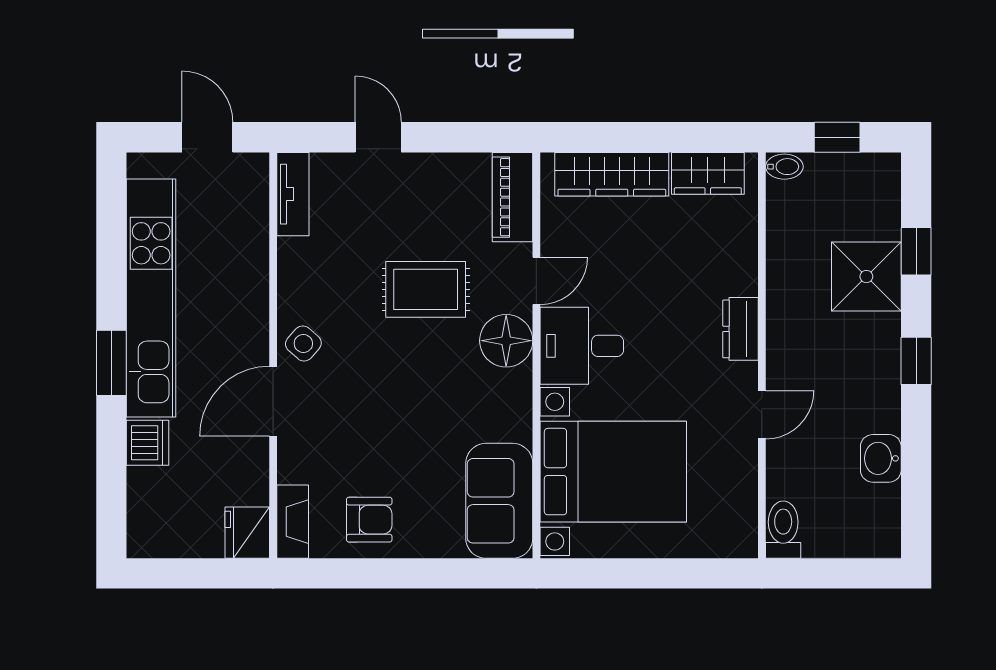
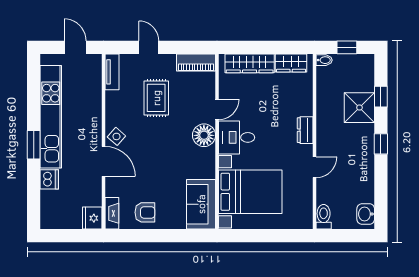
piano: (513, 197) -> (196, 63), moved, turned -90
rug: (426, 289) -> (156, 98), moved, turned 90
door: (273, 401) -> (103, 161), swing flipped
washbasin: (881, 458) -> (366, 214), moved

